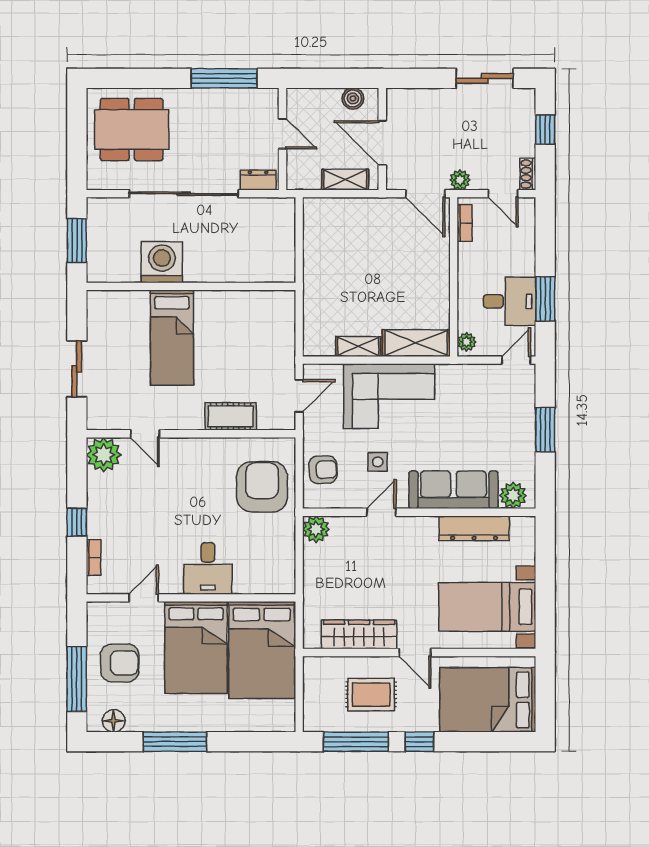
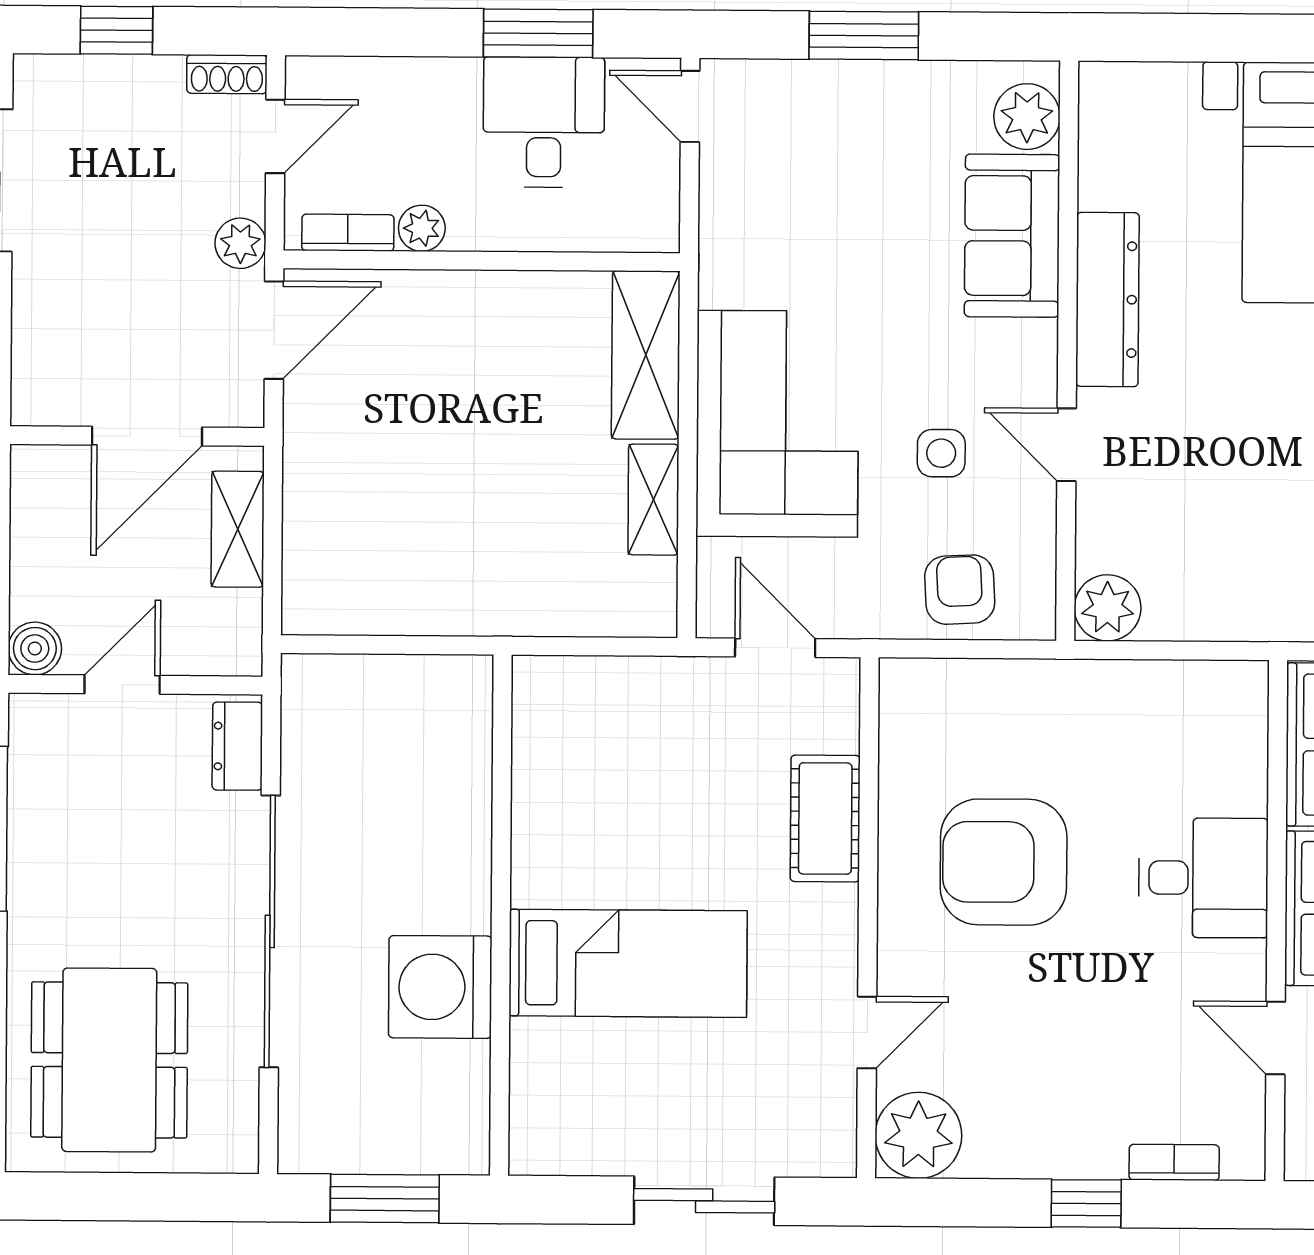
boiler: (353, 98) -> (35, 649), moved
plant: (467, 342) -> (422, 228), moved
armchair: (262, 487) -> (1004, 862), moved
sofa: (453, 490) -> (1012, 236), width x0.73
dresser: (474, 528) -> (1108, 300), moved

